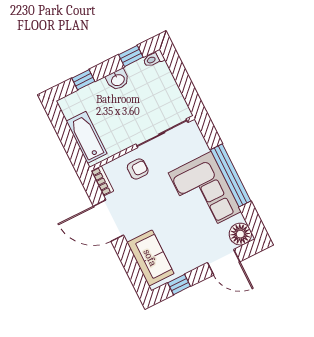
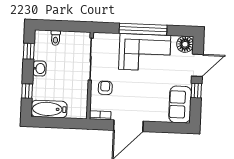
toilet: (154, 59) -> (56, 38), moved
bathtub: (87, 137) -> (49, 109), moved
sofa: (150, 258) -> (180, 104), moved, turned -90
window: (179, 285) -> (196, 91), moved

